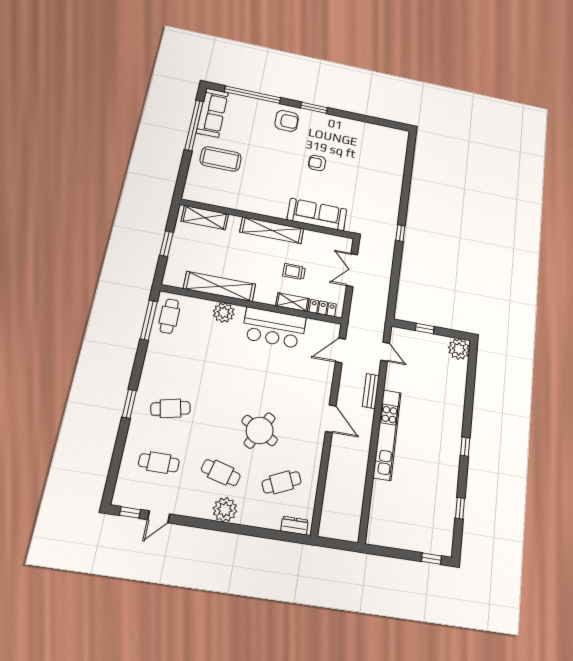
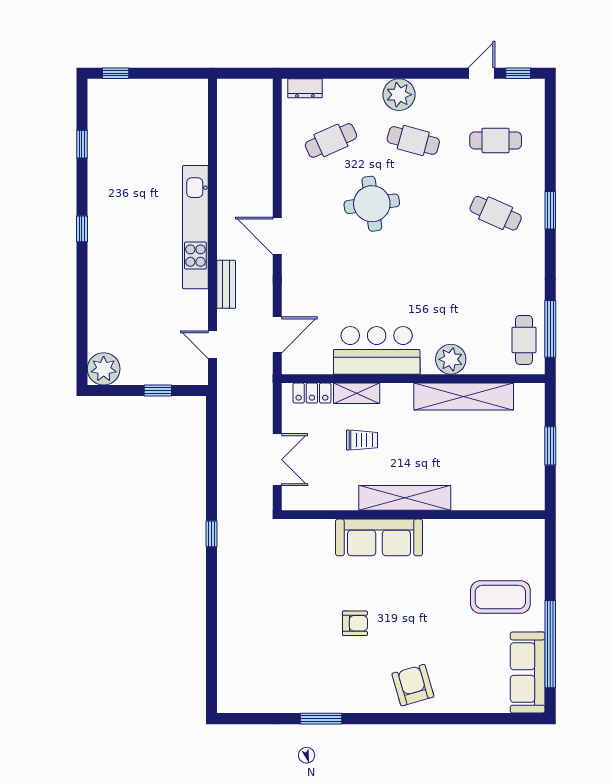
window: (253, 95) -> (473, 719), removed
window: (314, 108) -> (321, 719), moved
armchair: (287, 121) -> (413, 685), turned 74
sofa: (317, 214) -> (379, 537), moved
shelving: (205, 218) -> (505, 497), removed
cafe table: (170, 408) -> (496, 213), turned 36
round table: (260, 431) -> (372, 204), turned -37

